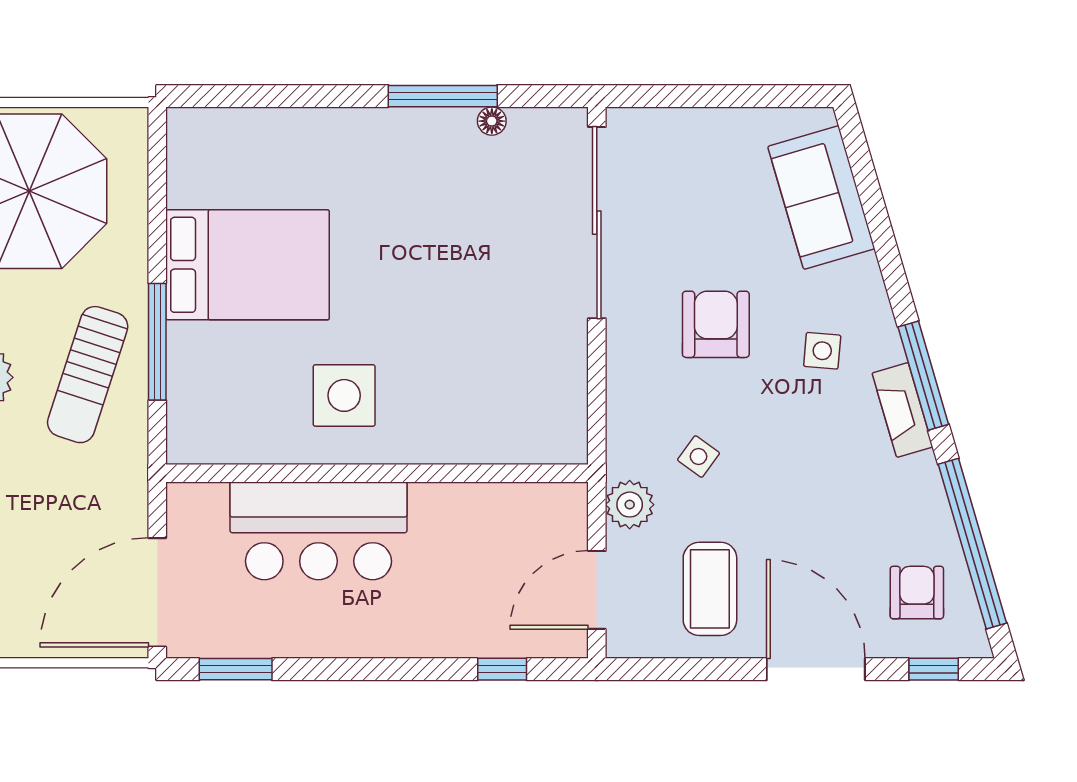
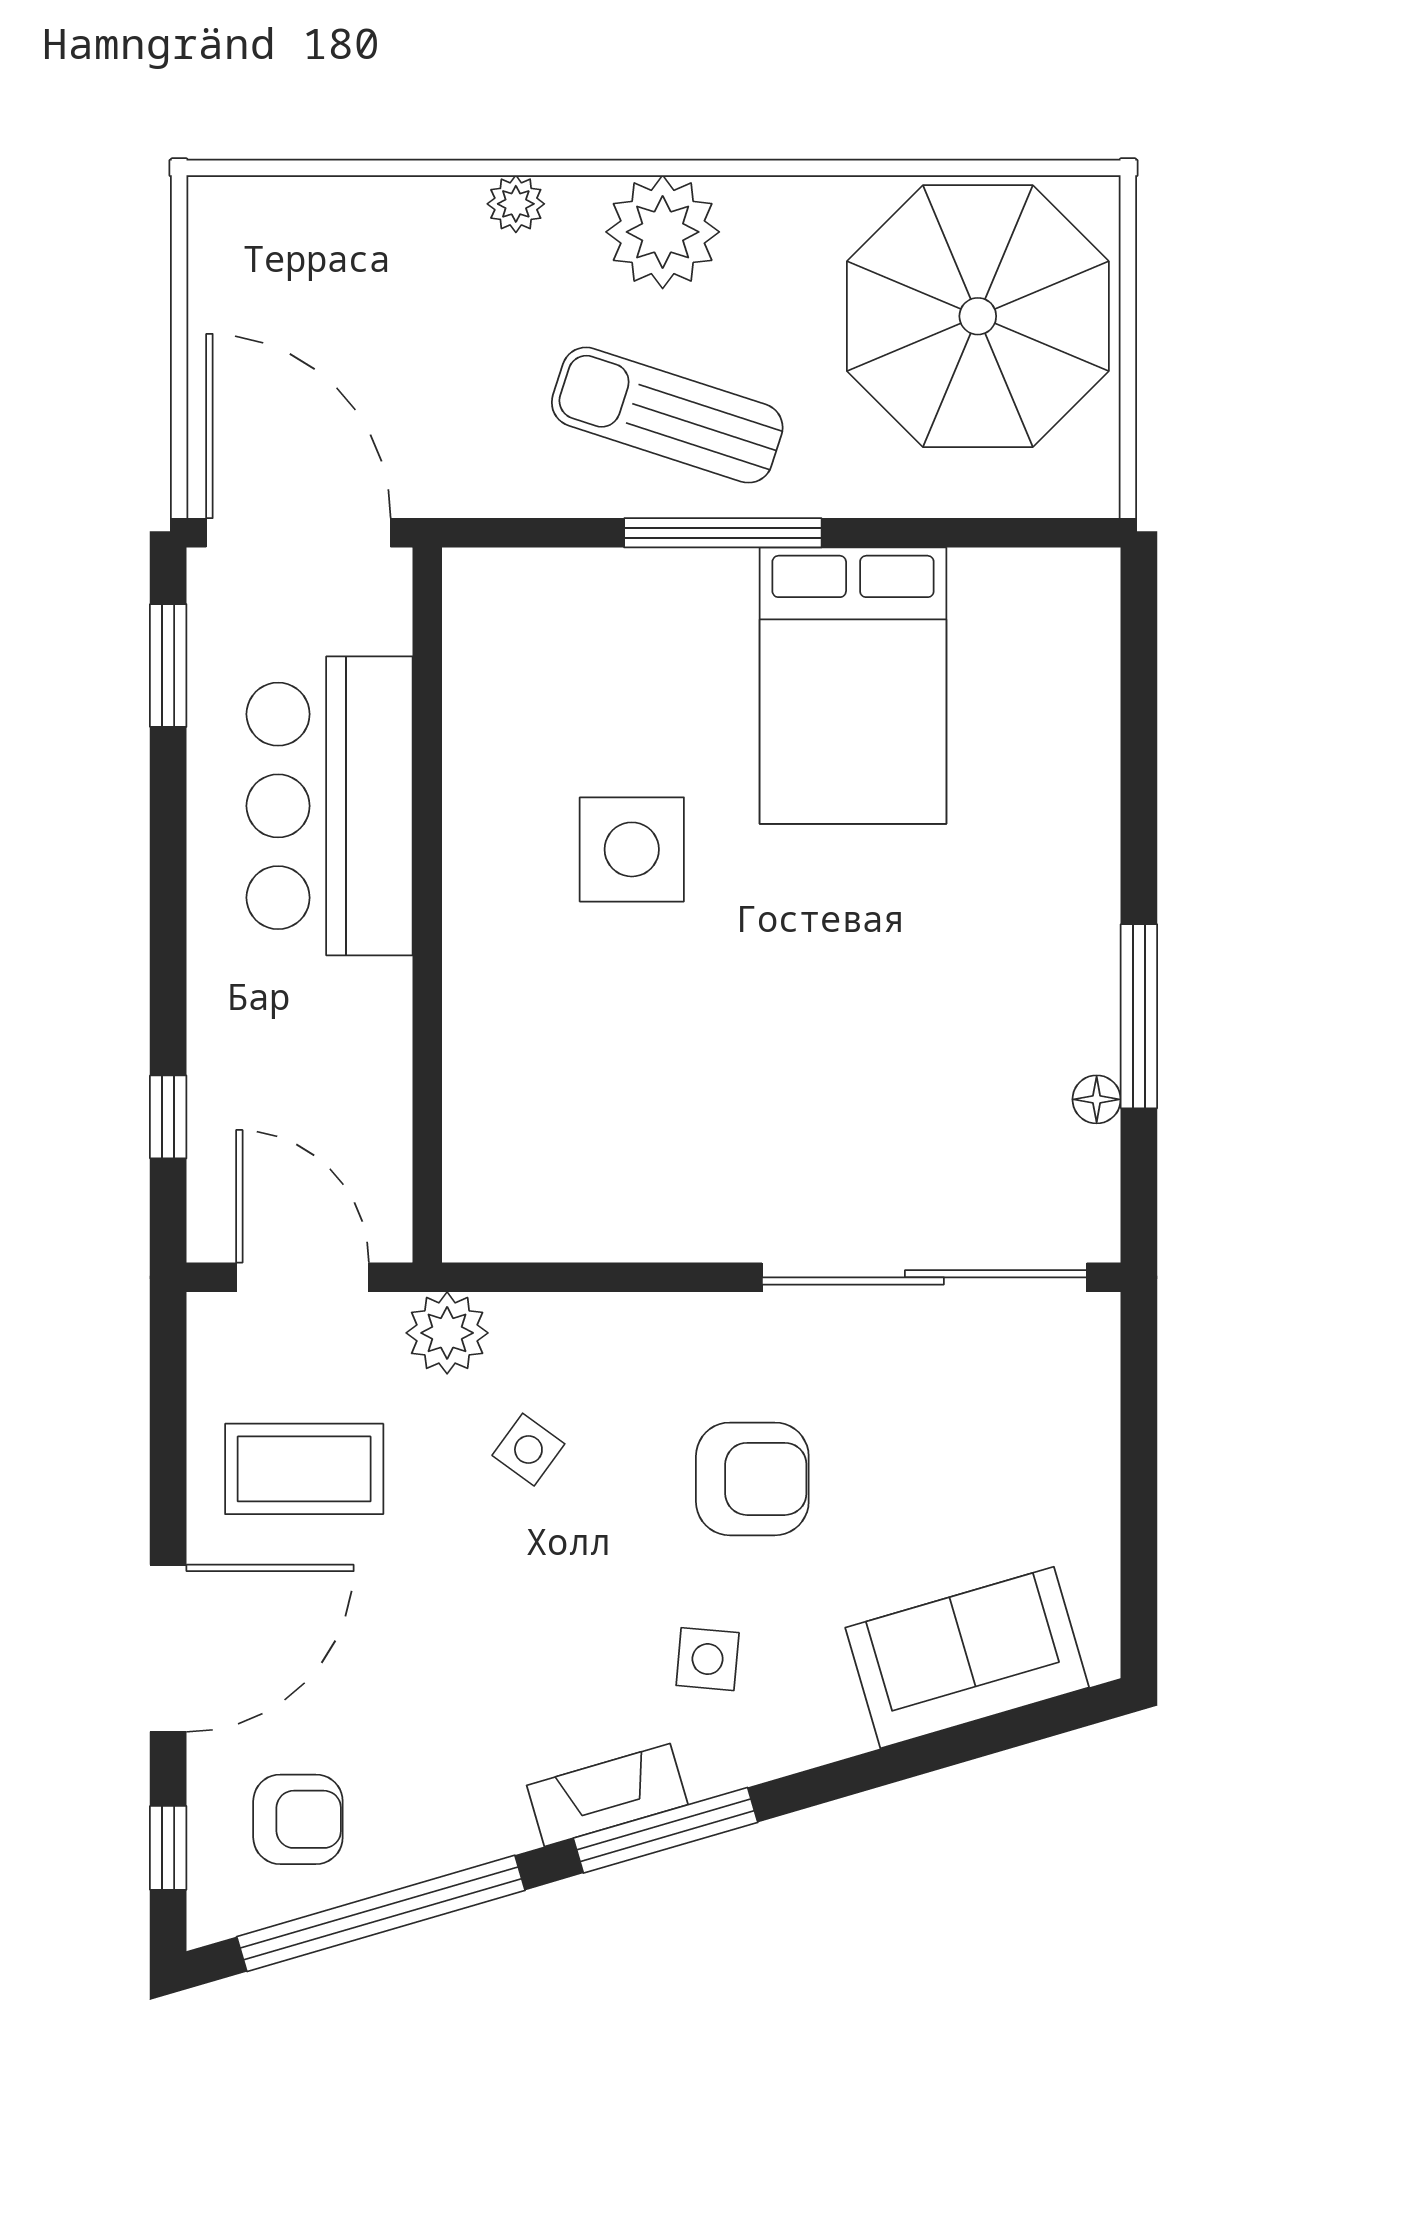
wall: (377, 473) -> (427, 905), moved
bar counter: (318, 531) -> (330, 806), moved

